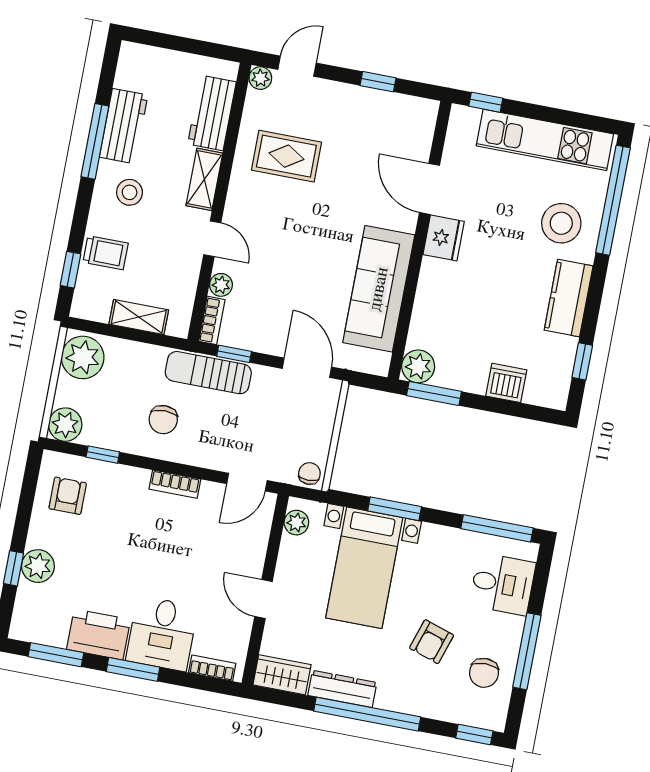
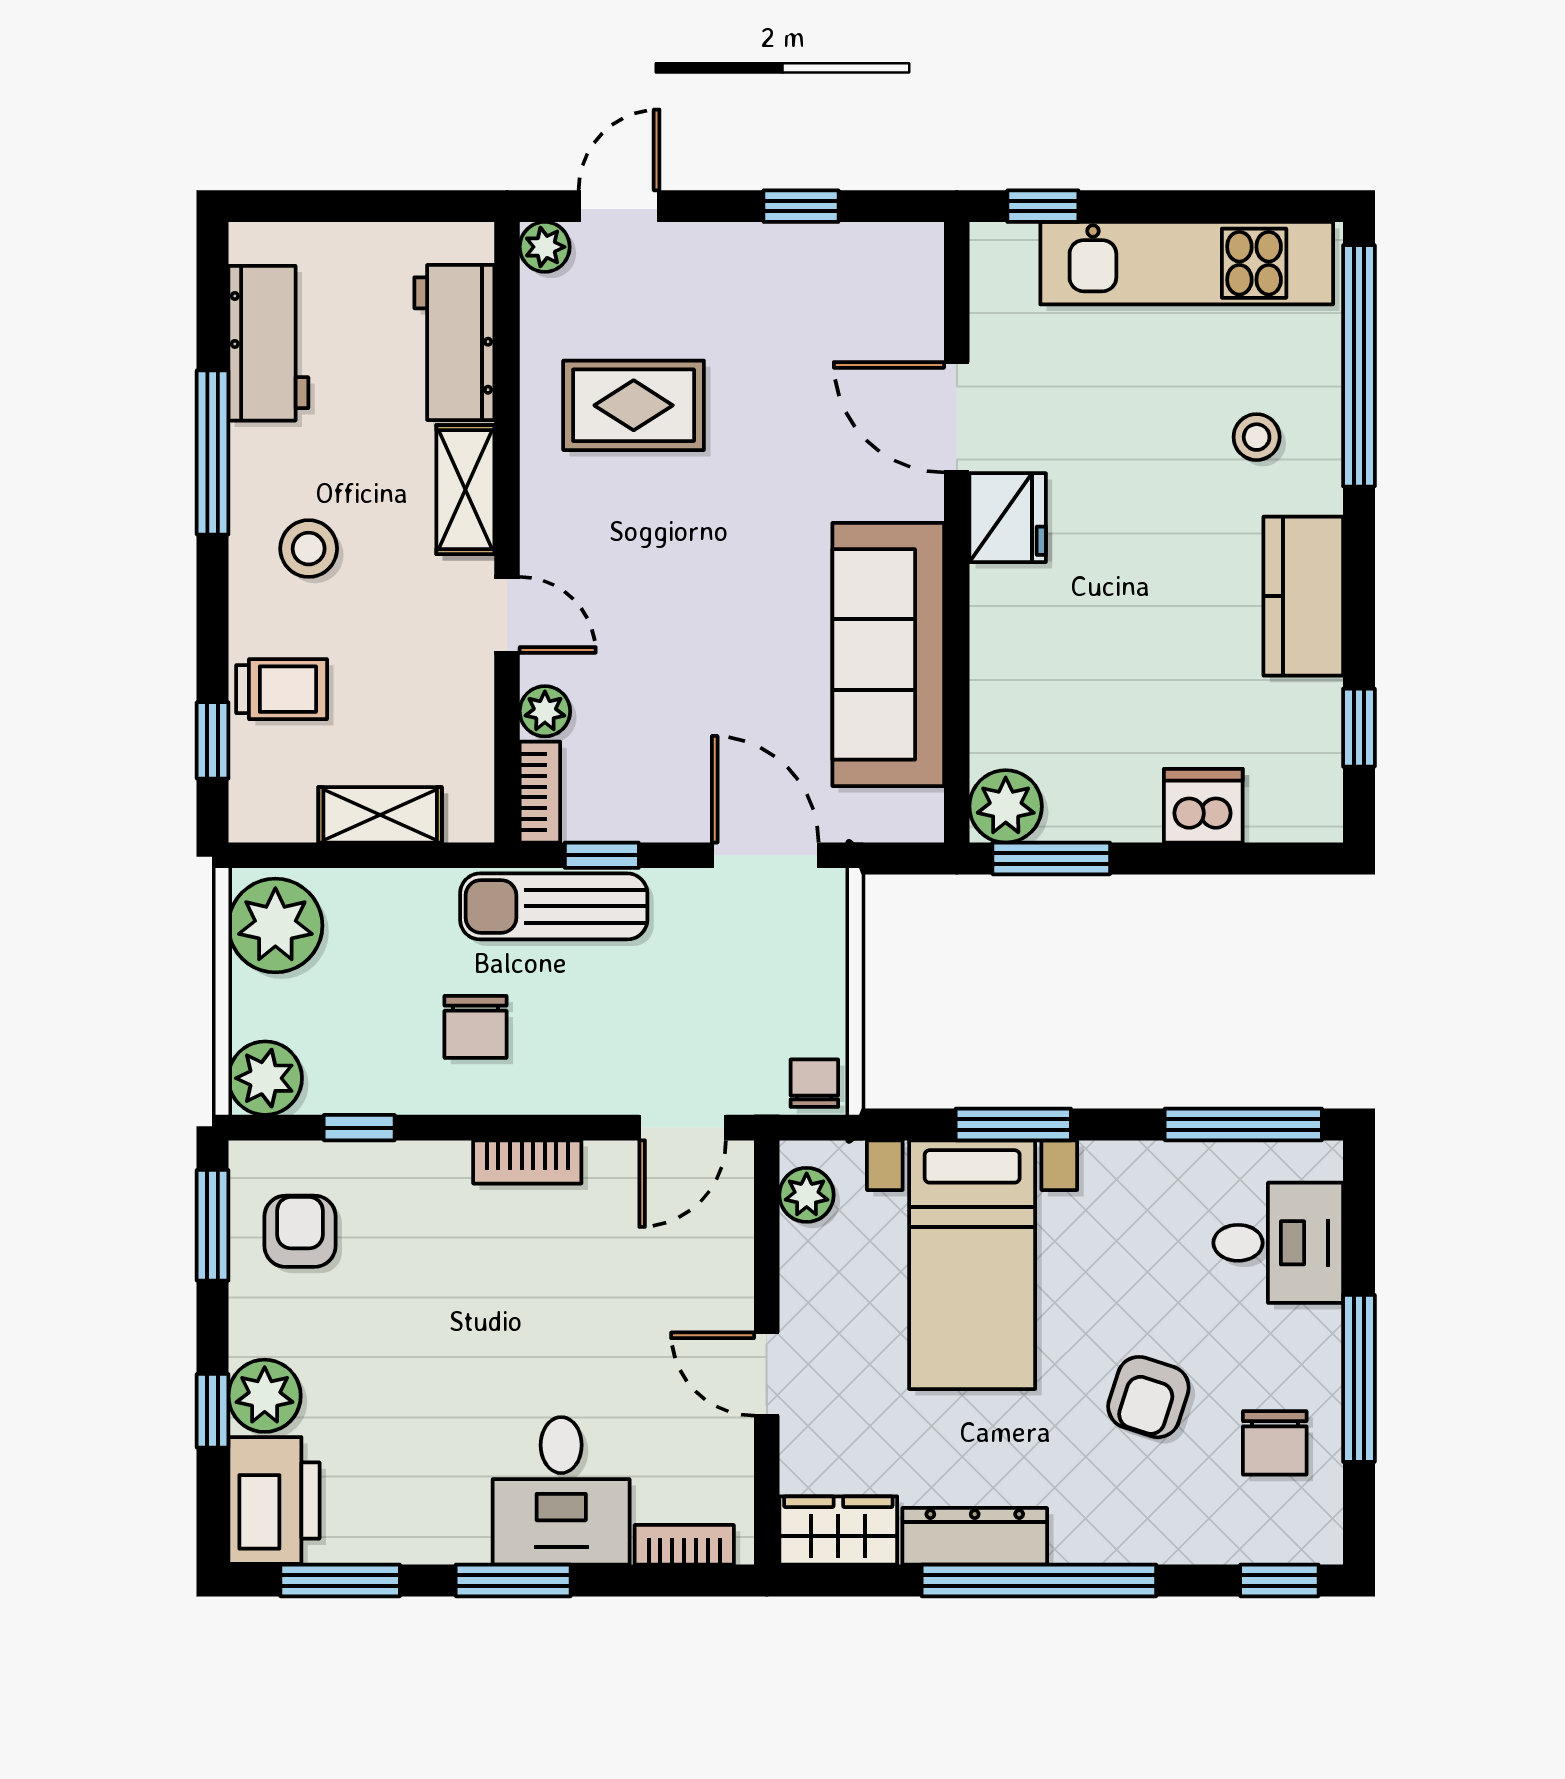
workbench: (124, 126) -> (268, 343), moved
stool: (561, 223) -> (1257, 437), width x0.53, depth x0.53
window: (29, 486) -> (213, 1225), added
printer: (99, 634) -> (274, 1501), moved, turned 90

